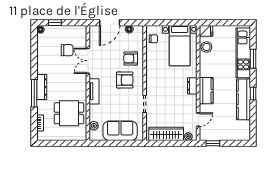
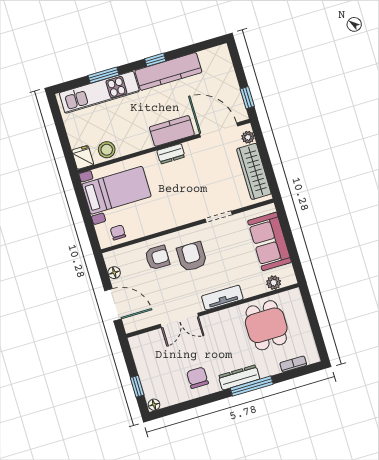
chair: (67, 50) -> (197, 378), moved
armchair: (131, 59) -> (157, 258), turned -90
door: (198, 120) -> (219, 130), width x1.87

